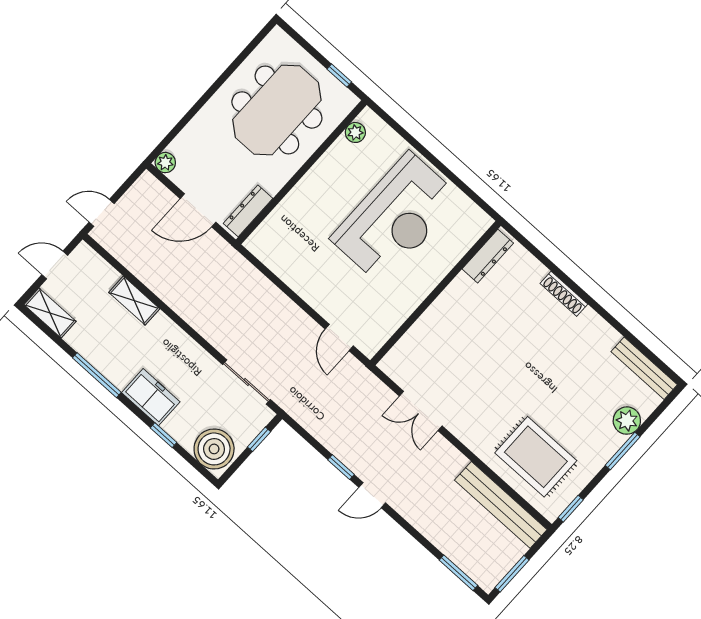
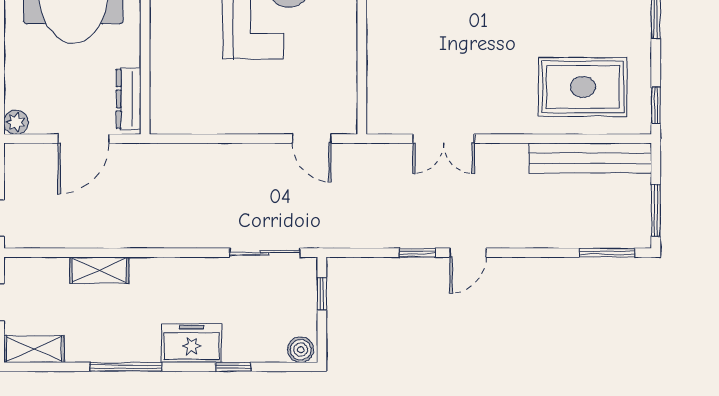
boiler: (214, 449) -> (301, 350), width x0.54, depth x0.54

